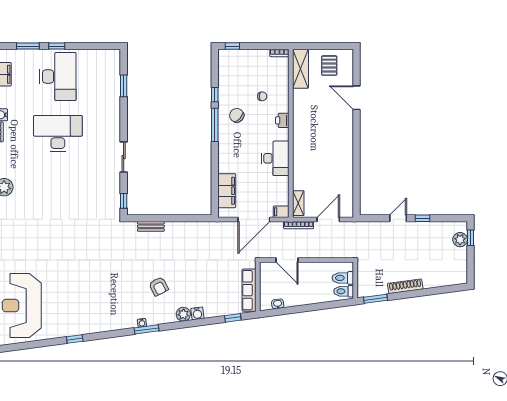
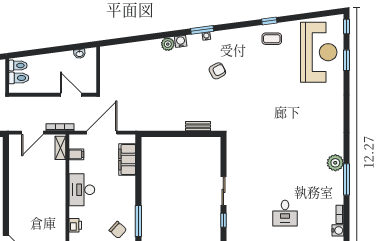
desk: (58, 133) -> (285, 213), width x0.53, depth x0.77
window: (124, 201) -> (223, 220), moved
filing cabinet: (281, 212) -> (76, 154), moved
armchair: (159, 286) -> (217, 71), moved, turned 90
row of seats: (249, 290) -> (106, 67), removed
water cooler: (197, 313) -> (181, 41), moved
window: (233, 318) -> (121, 41), removed
coffee table: (72, 320) -> (272, 39), added

